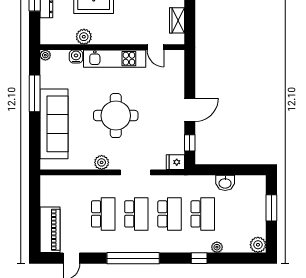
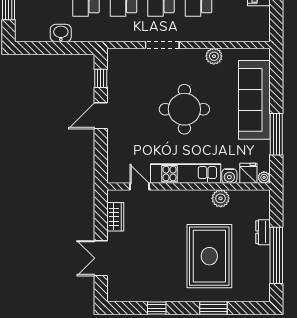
plant: (102, 162) -> (214, 56), moved
fridge: (175, 162) -> (248, 173), moved, turned -90

